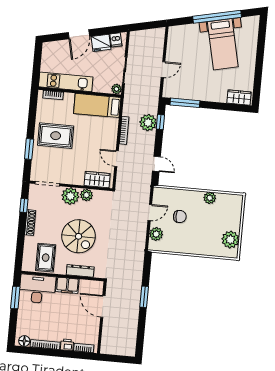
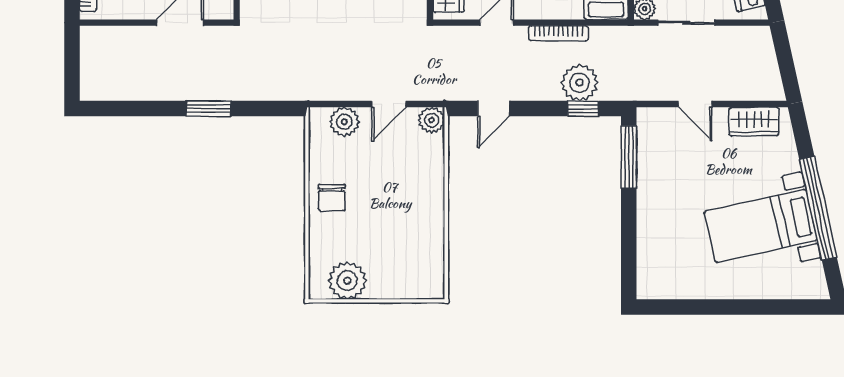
wardrobe: (239, 98) -> (754, 121), moved, turned 90
plant: (210, 198) -> (432, 120), moved
door: (150, 213) -> (389, 104), hinge flipped
chair: (180, 217) -> (332, 198), moved

